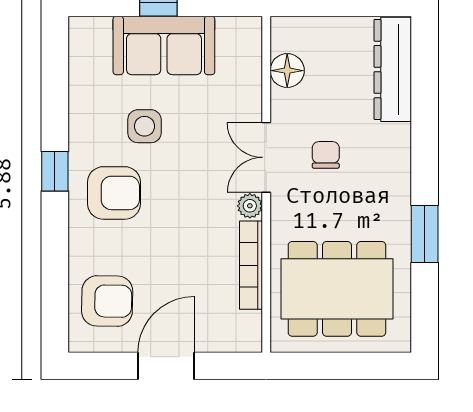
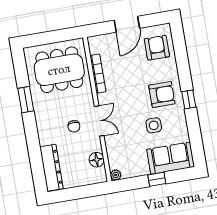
sofa: (164, 45) -> (171, 158), moved
armchair: (114, 193) -> (162, 95), turned 180
plant: (250, 206) -> (116, 175), moved
armchair: (107, 301) -> (157, 48), turned 89

